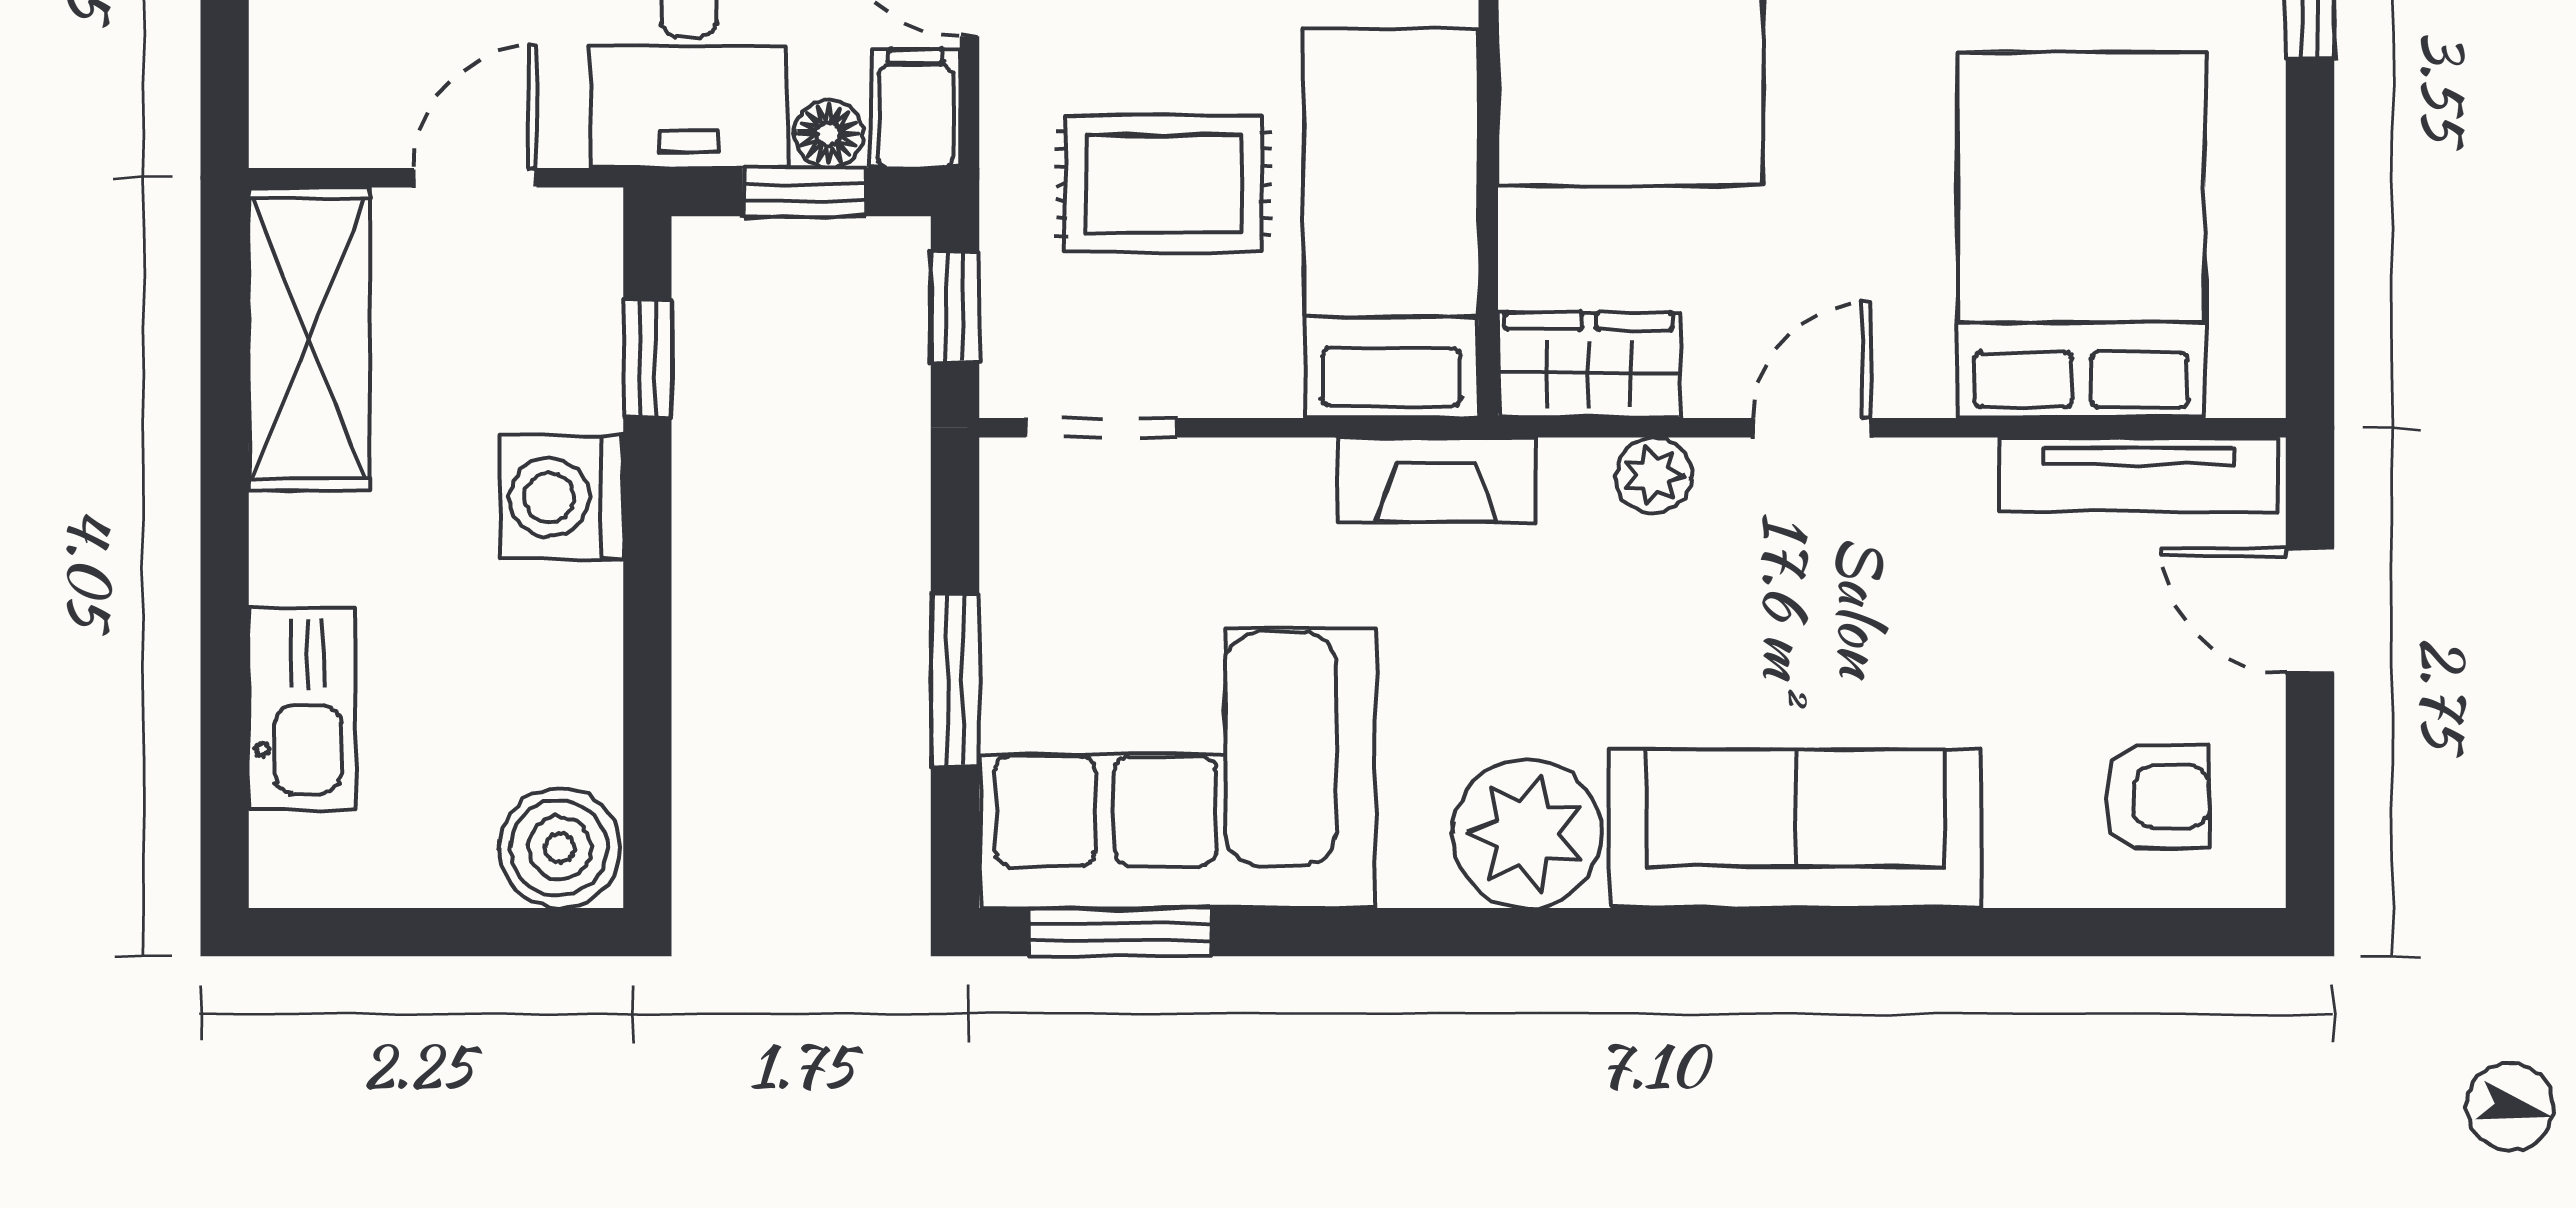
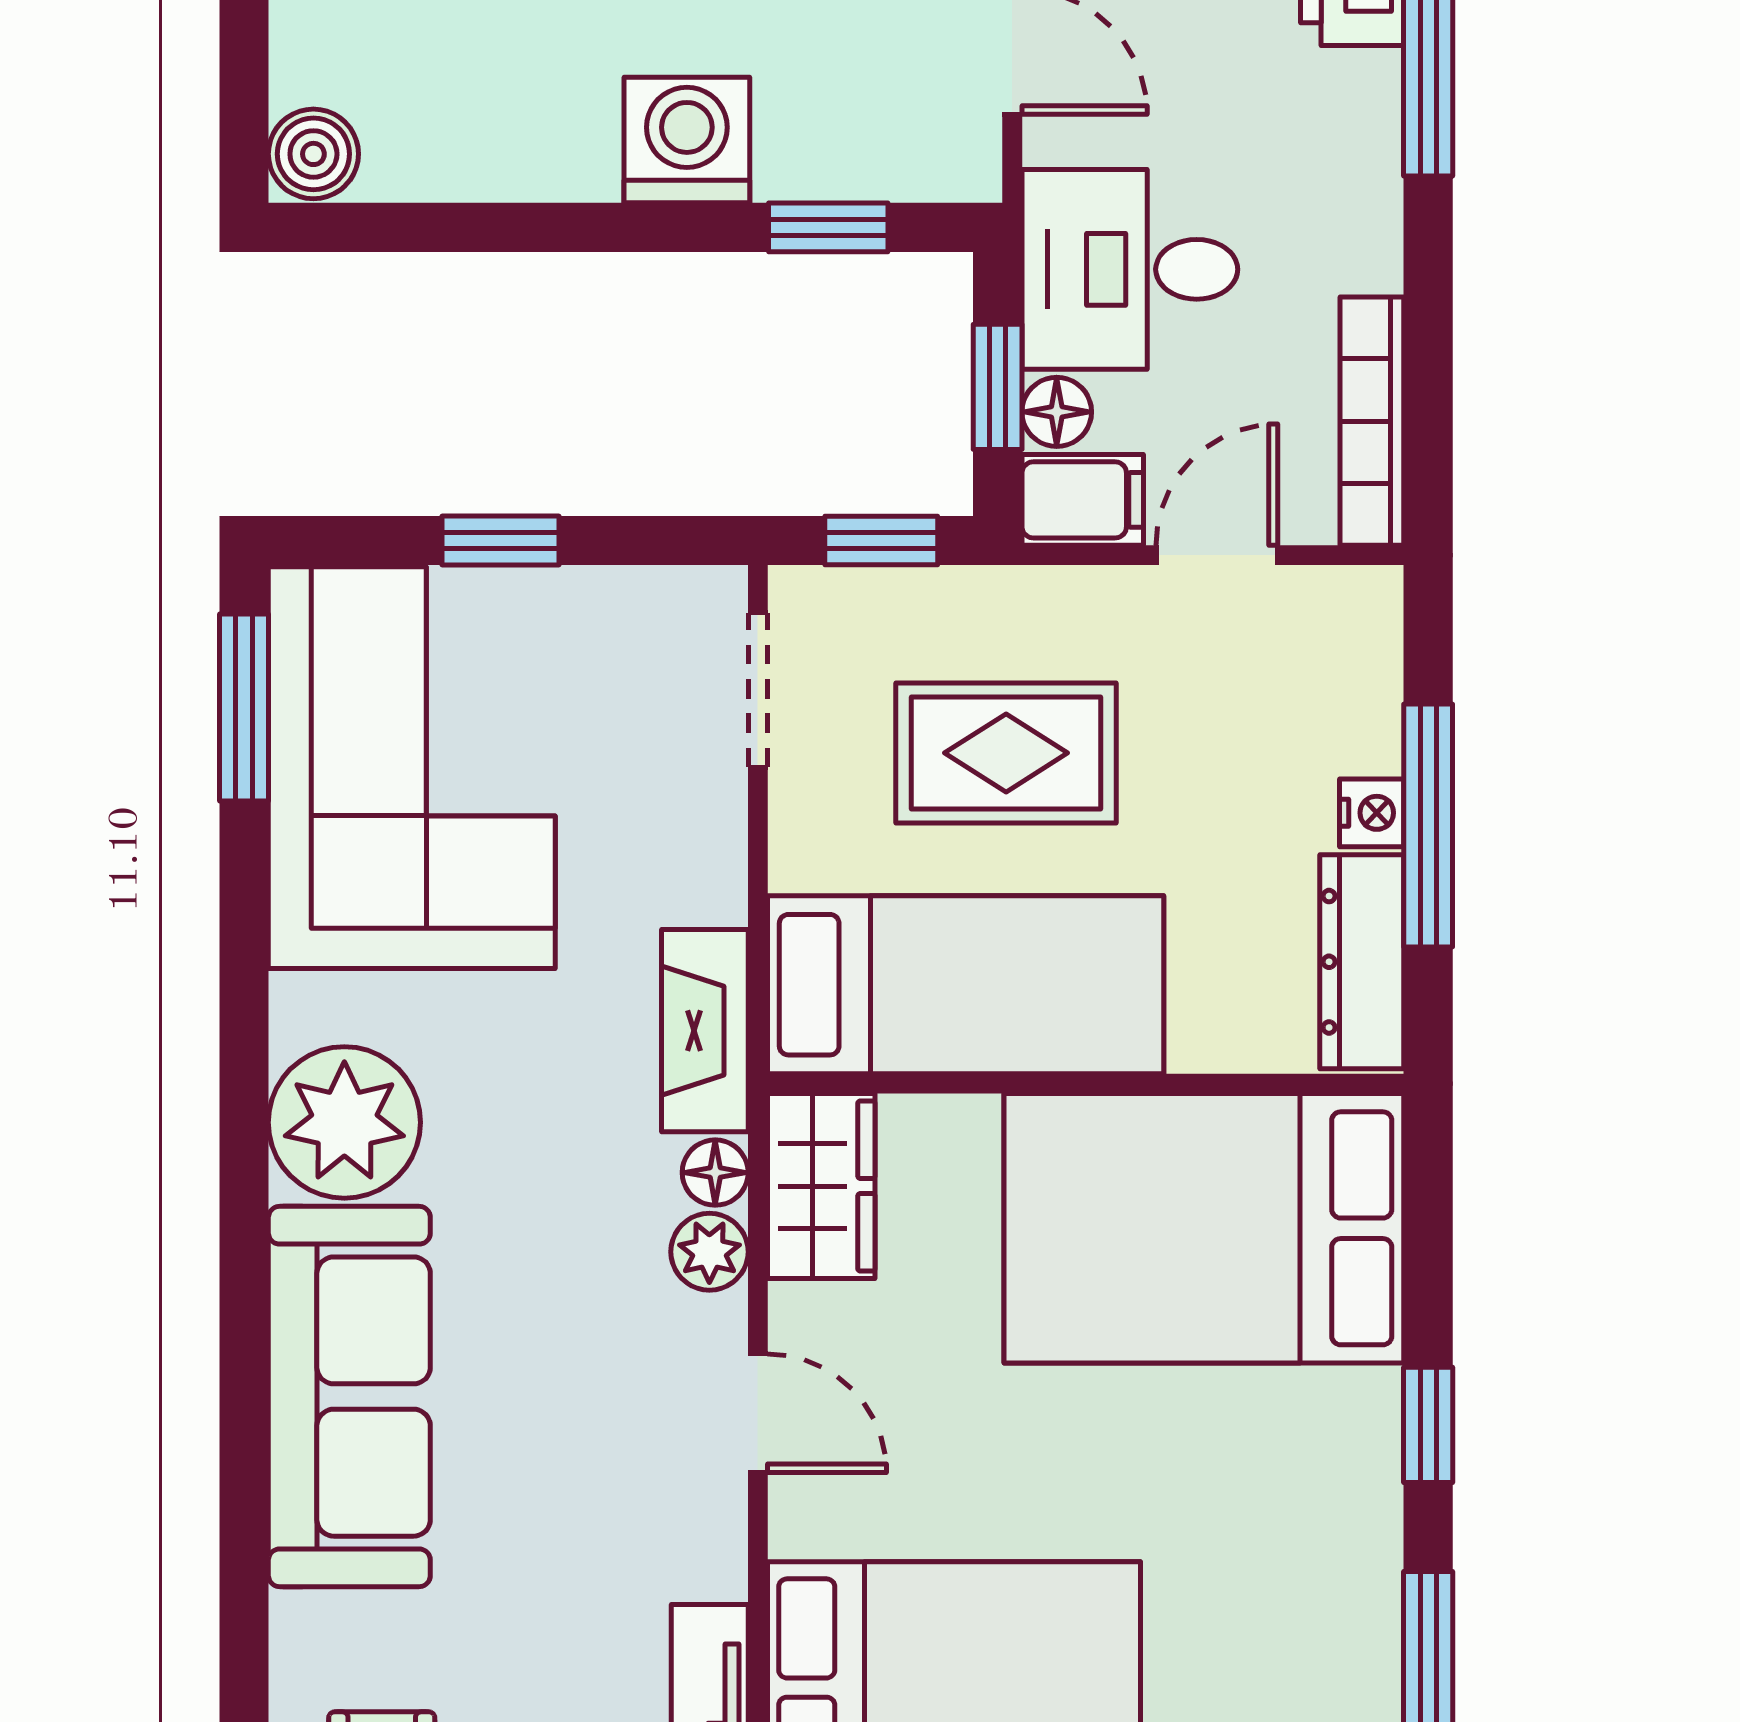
rug: (1164, 184) -> (1006, 753), turned 90
floor lamp: (1576, 469) -> (715, 1173), added
window: (955, 680) -> (500, 540), width x0.67
boiler: (559, 848) -> (313, 154), width x0.73, depth x0.73

